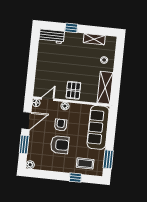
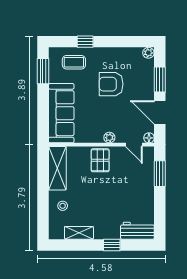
window: (31, 76) -> (160, 174), added
door: (48, 99) -> (134, 145), hinge flipped
door: (26, 121) -> (160, 112), hinge flipped
armchair: (61, 125) -> (113, 111), removed

